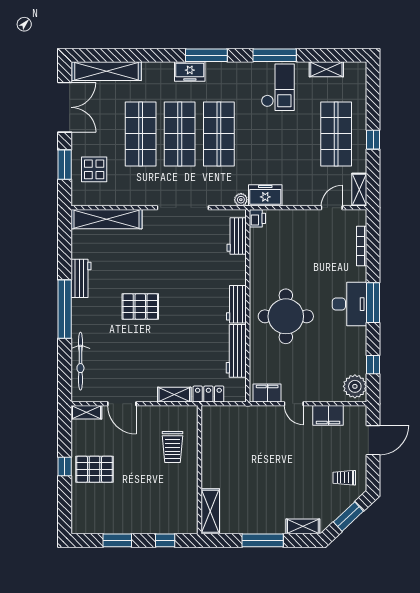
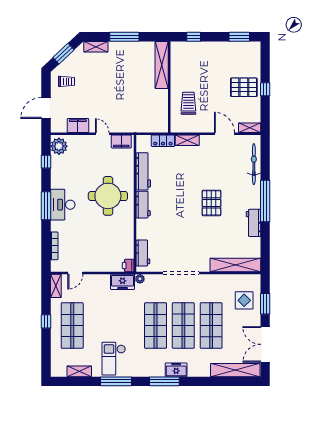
pallet: (140, 307) -> (211, 203), turned 90
shelving: (210, 511) -> (162, 65), width x1.47
window: (117, 540) -> (239, 37), moved

